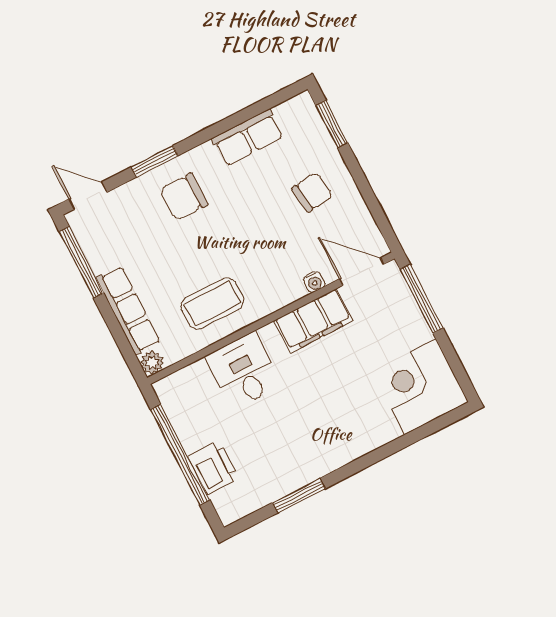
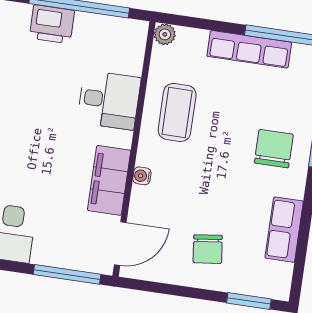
water cooler: (314, 282) -> (142, 176), moved
row of seats: (128, 310) -> (249, 49), moved

